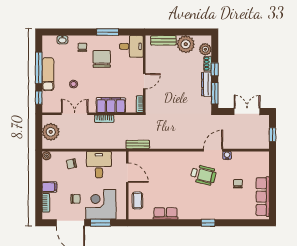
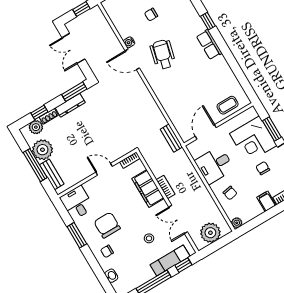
window: (178, 32) -> (35, 165), added
chair: (102, 59) -> (107, 225), turned 90
window: (215, 69) -> (39, 112), moved
exam couch: (48, 74) -> (170, 260), moved
row of seats: (165, 213) -> (209, 45), moved

